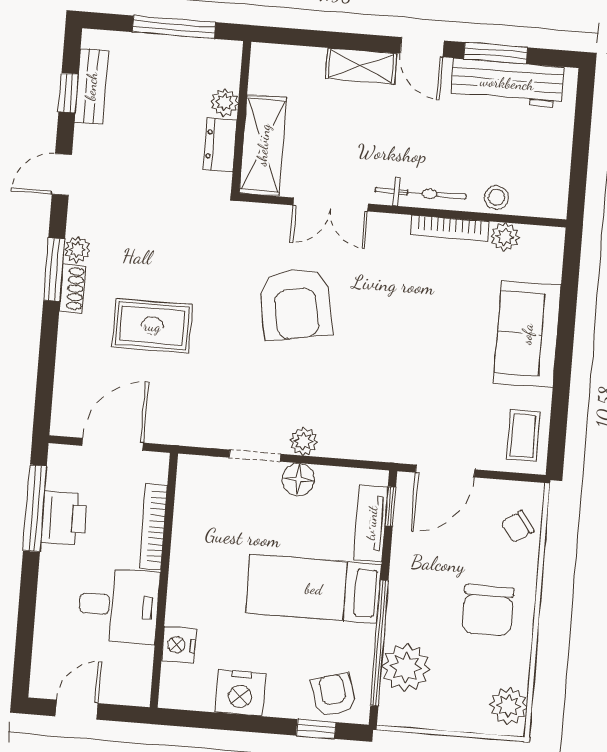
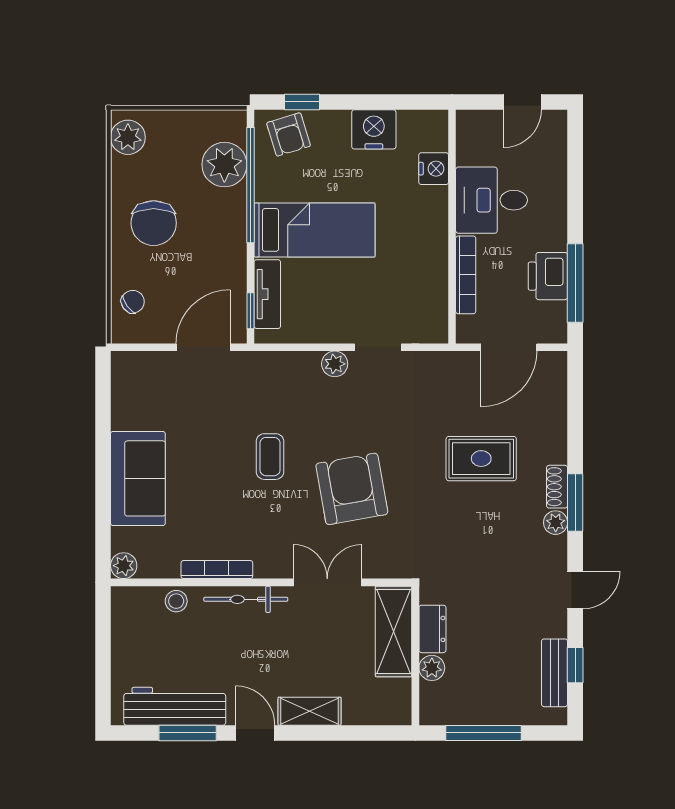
plant: (505, 237) -> (124, 566), moved
coffee table: (523, 436) -> (270, 457), moved
floor lamp: (298, 479) -> (336, 329), removed
chair: (488, 610) -> (154, 223), turned 180

